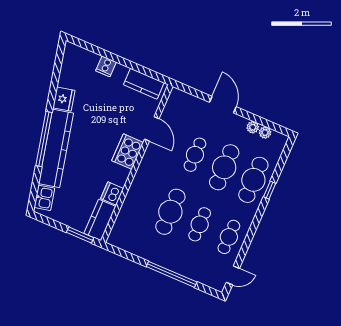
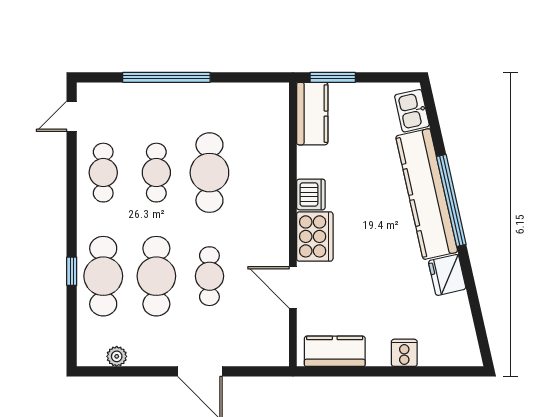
plant: (253, 127) -> (139, 356), removed
dishwasher: (112, 193) -> (311, 194), moved

